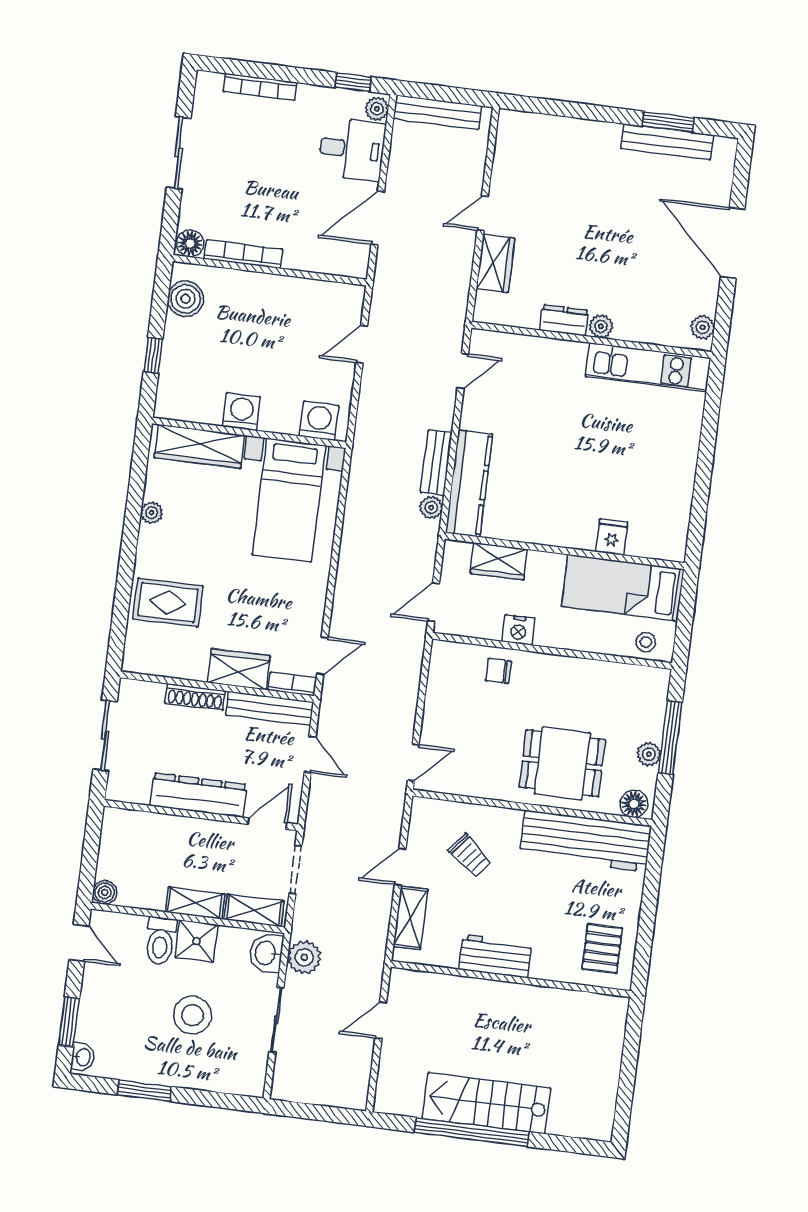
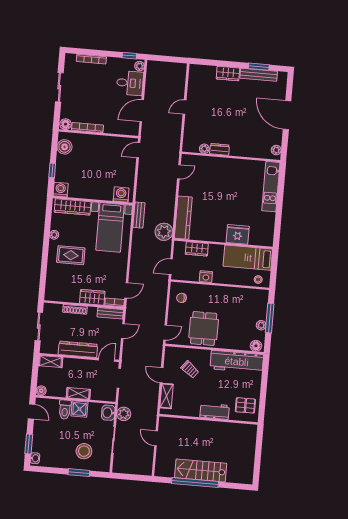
bench: (438, 112) -> (164, 67), removed
wardrobe: (495, 263) -> (228, 74), moved, turned 90
plant: (601, 326) -> (204, 149), moved
door: (362, 344) -> (138, 150), moved
kitchen unit: (648, 367) -> (271, 187), moved, turned 90
washing machine: (241, 412) -> (61, 190), moved
bench: (436, 463) -> (139, 215), moved
plant: (431, 508) -> (164, 232), width x1.88, depth x1.88
fridge: (612, 537) -> (238, 234), width x1.88, depth x1.34
rug: (168, 602) -> (71, 255), moved
chair: (498, 671) -> (181, 298), moved
bench: (270, 708) -> (110, 313), width x0.73
door: (310, 755) -> (123, 331), hinge flipped
dining table: (562, 763) -> (204, 329), moved, turned 90
door: (400, 867) -> (161, 375), hinge flipped
shelving: (254, 910) -> (51, 362), moved
pallet: (602, 949) -> (245, 405), turned 90
workbench: (495, 956) -> (215, 411), moved
stool: (193, 1015) -> (84, 451), moved
door: (381, 1020) -> (156, 438), hinge flipped
window: (144, 1091) -> (79, 473), moved

